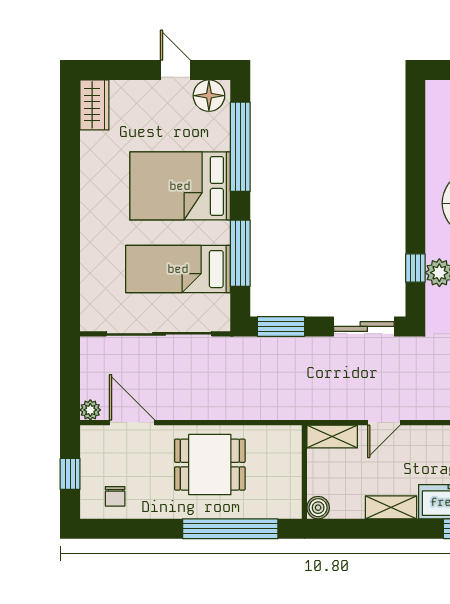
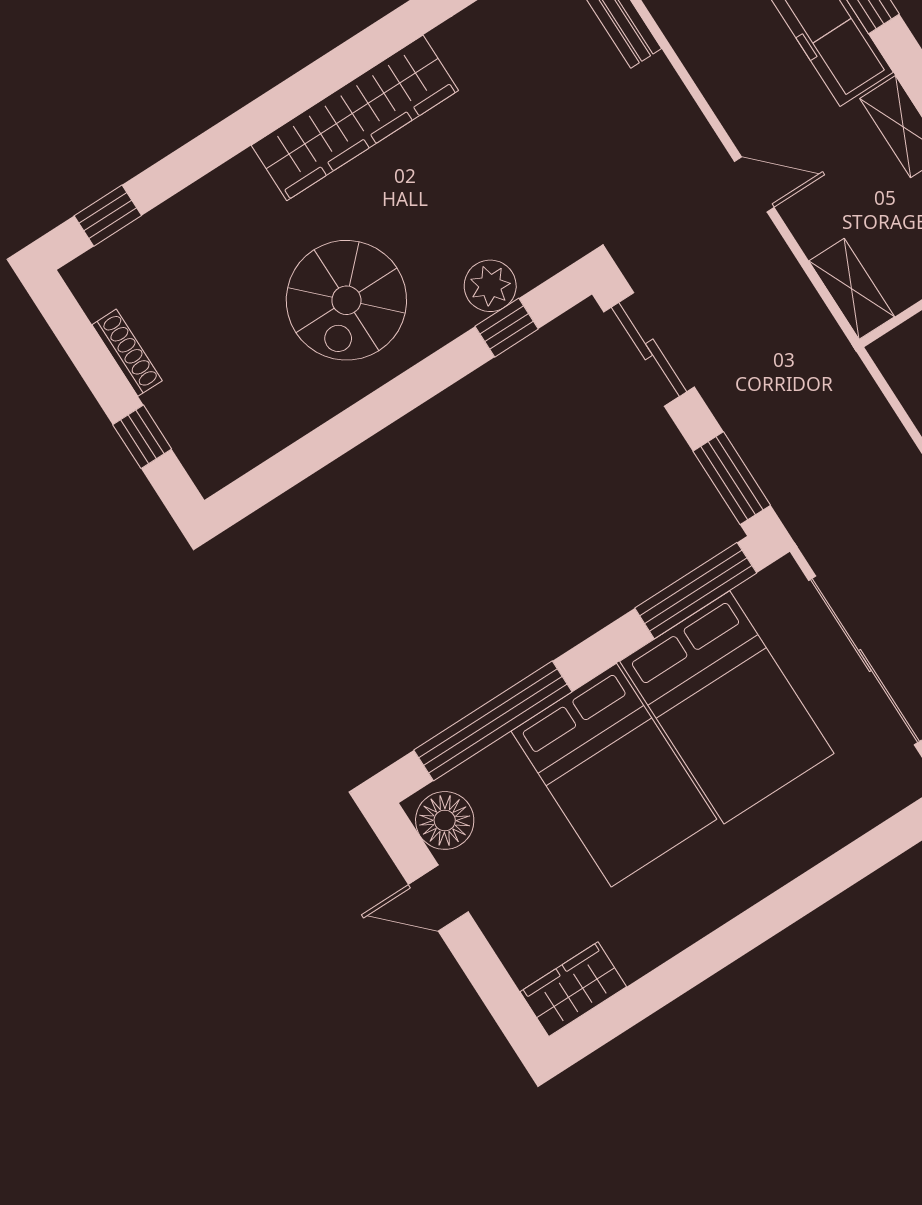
door: (175, 70) -> (438, 898), hinge flipped
window: (240, 253) -> (696, 591), moved
bed: (178, 269) -> (727, 707), width x1.50
door: (384, 423) -> (754, 184), moved

